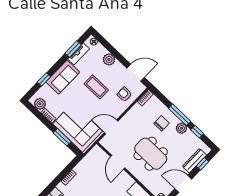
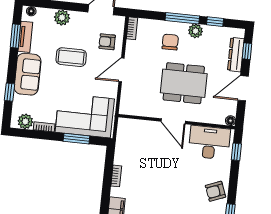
door: (111, 127) -> (121, 70), moved
door: (118, 162) -> (173, 121), moved

